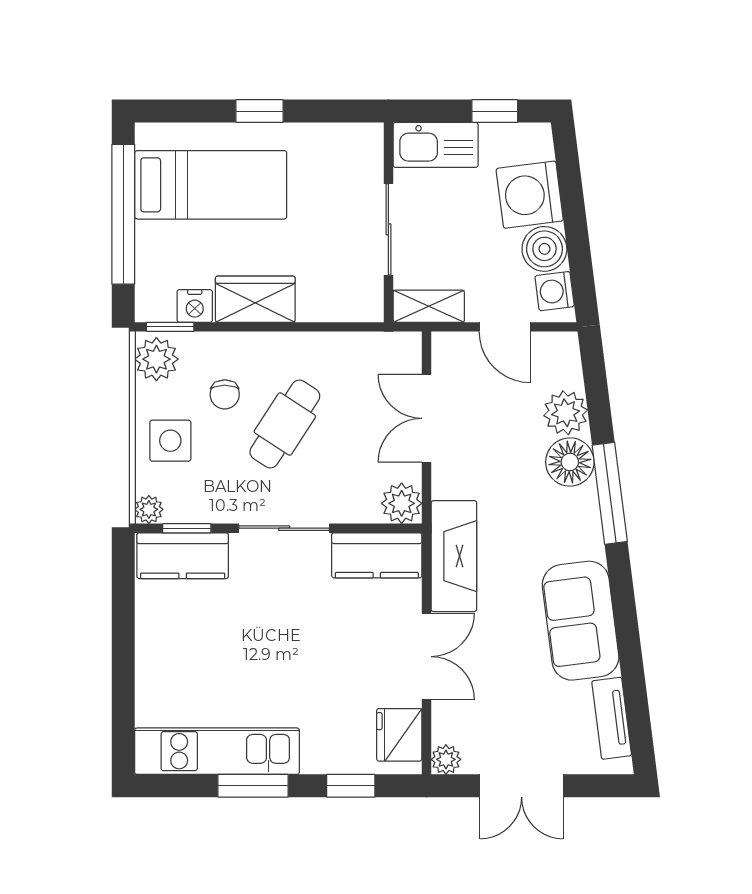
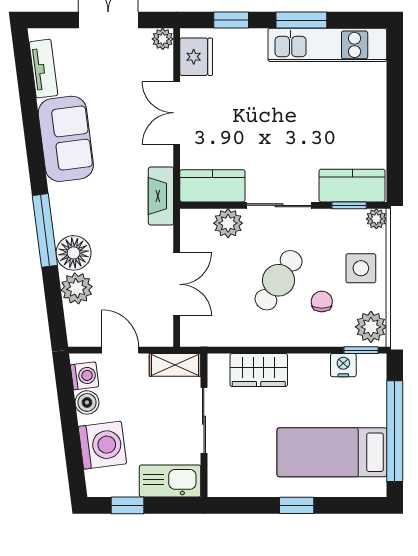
boiler: (544, 249) -> (87, 402), width x0.73, depth x0.73
wardrobe: (255, 299) -> (259, 370), moved
plant: (402, 503) -> (228, 223), moved
fireplace: (454, 556) -> (161, 196), width x0.73, depth x0.76

